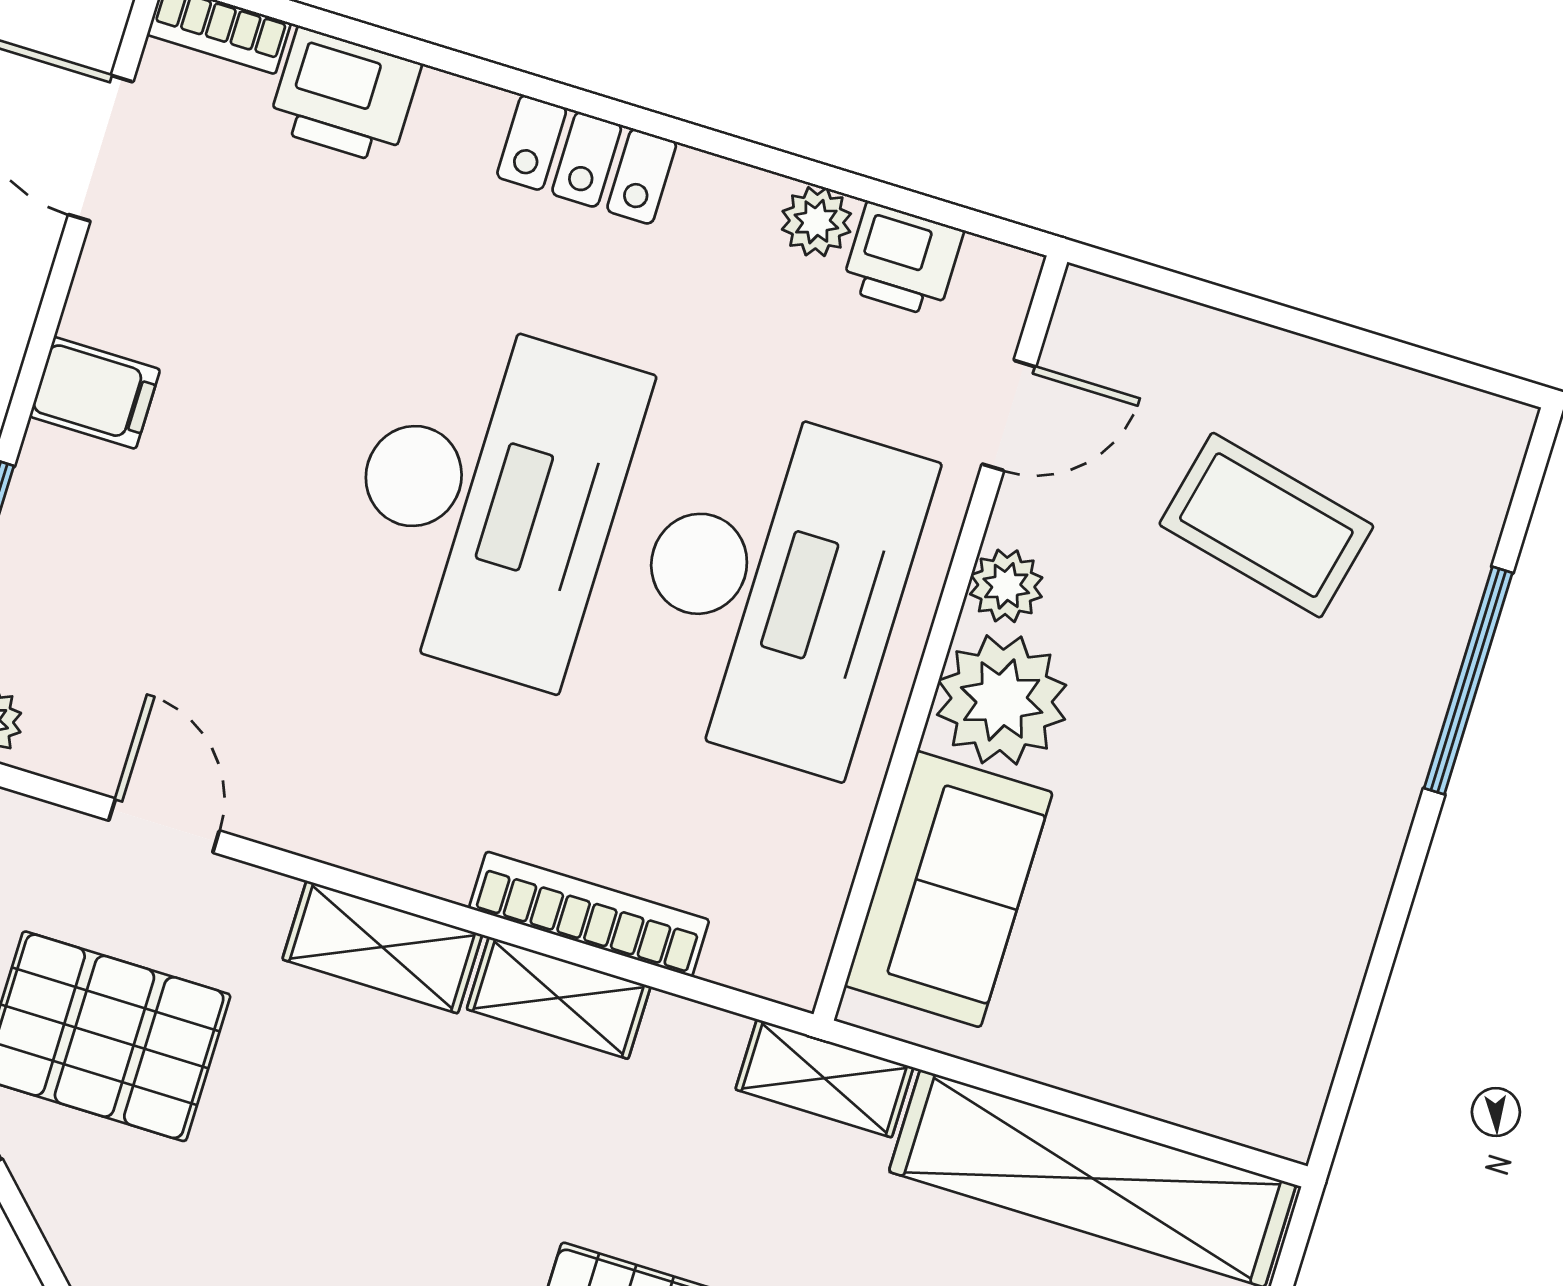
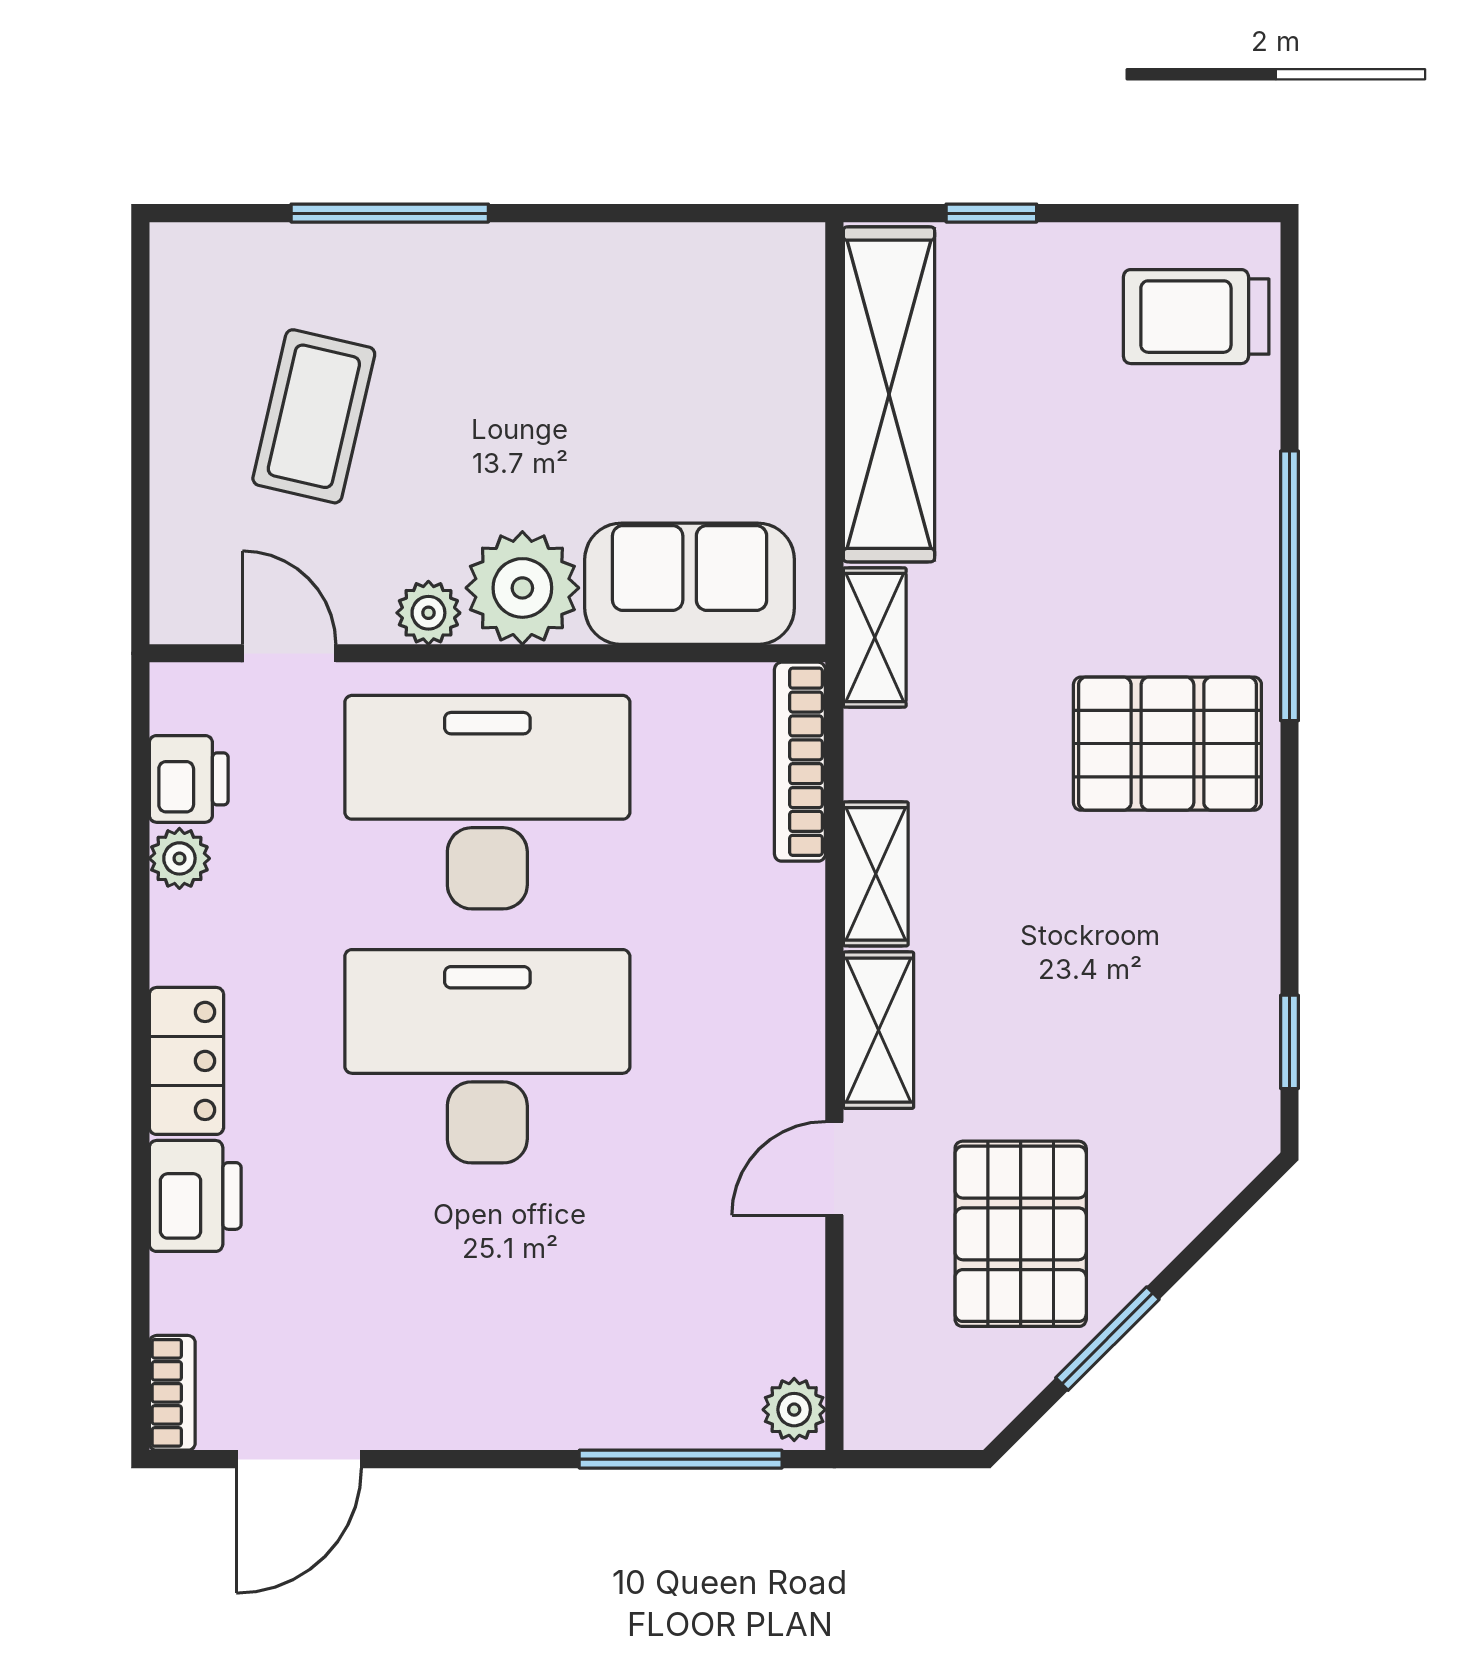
printer: (344, 96) -> (195, 1196), moved
filing cabinet: (95, 393) -> (500, 1403), removed
door: (164, 826) -> (834, 1168), moved
bookcase: (589, 914) -> (800, 762), moved

